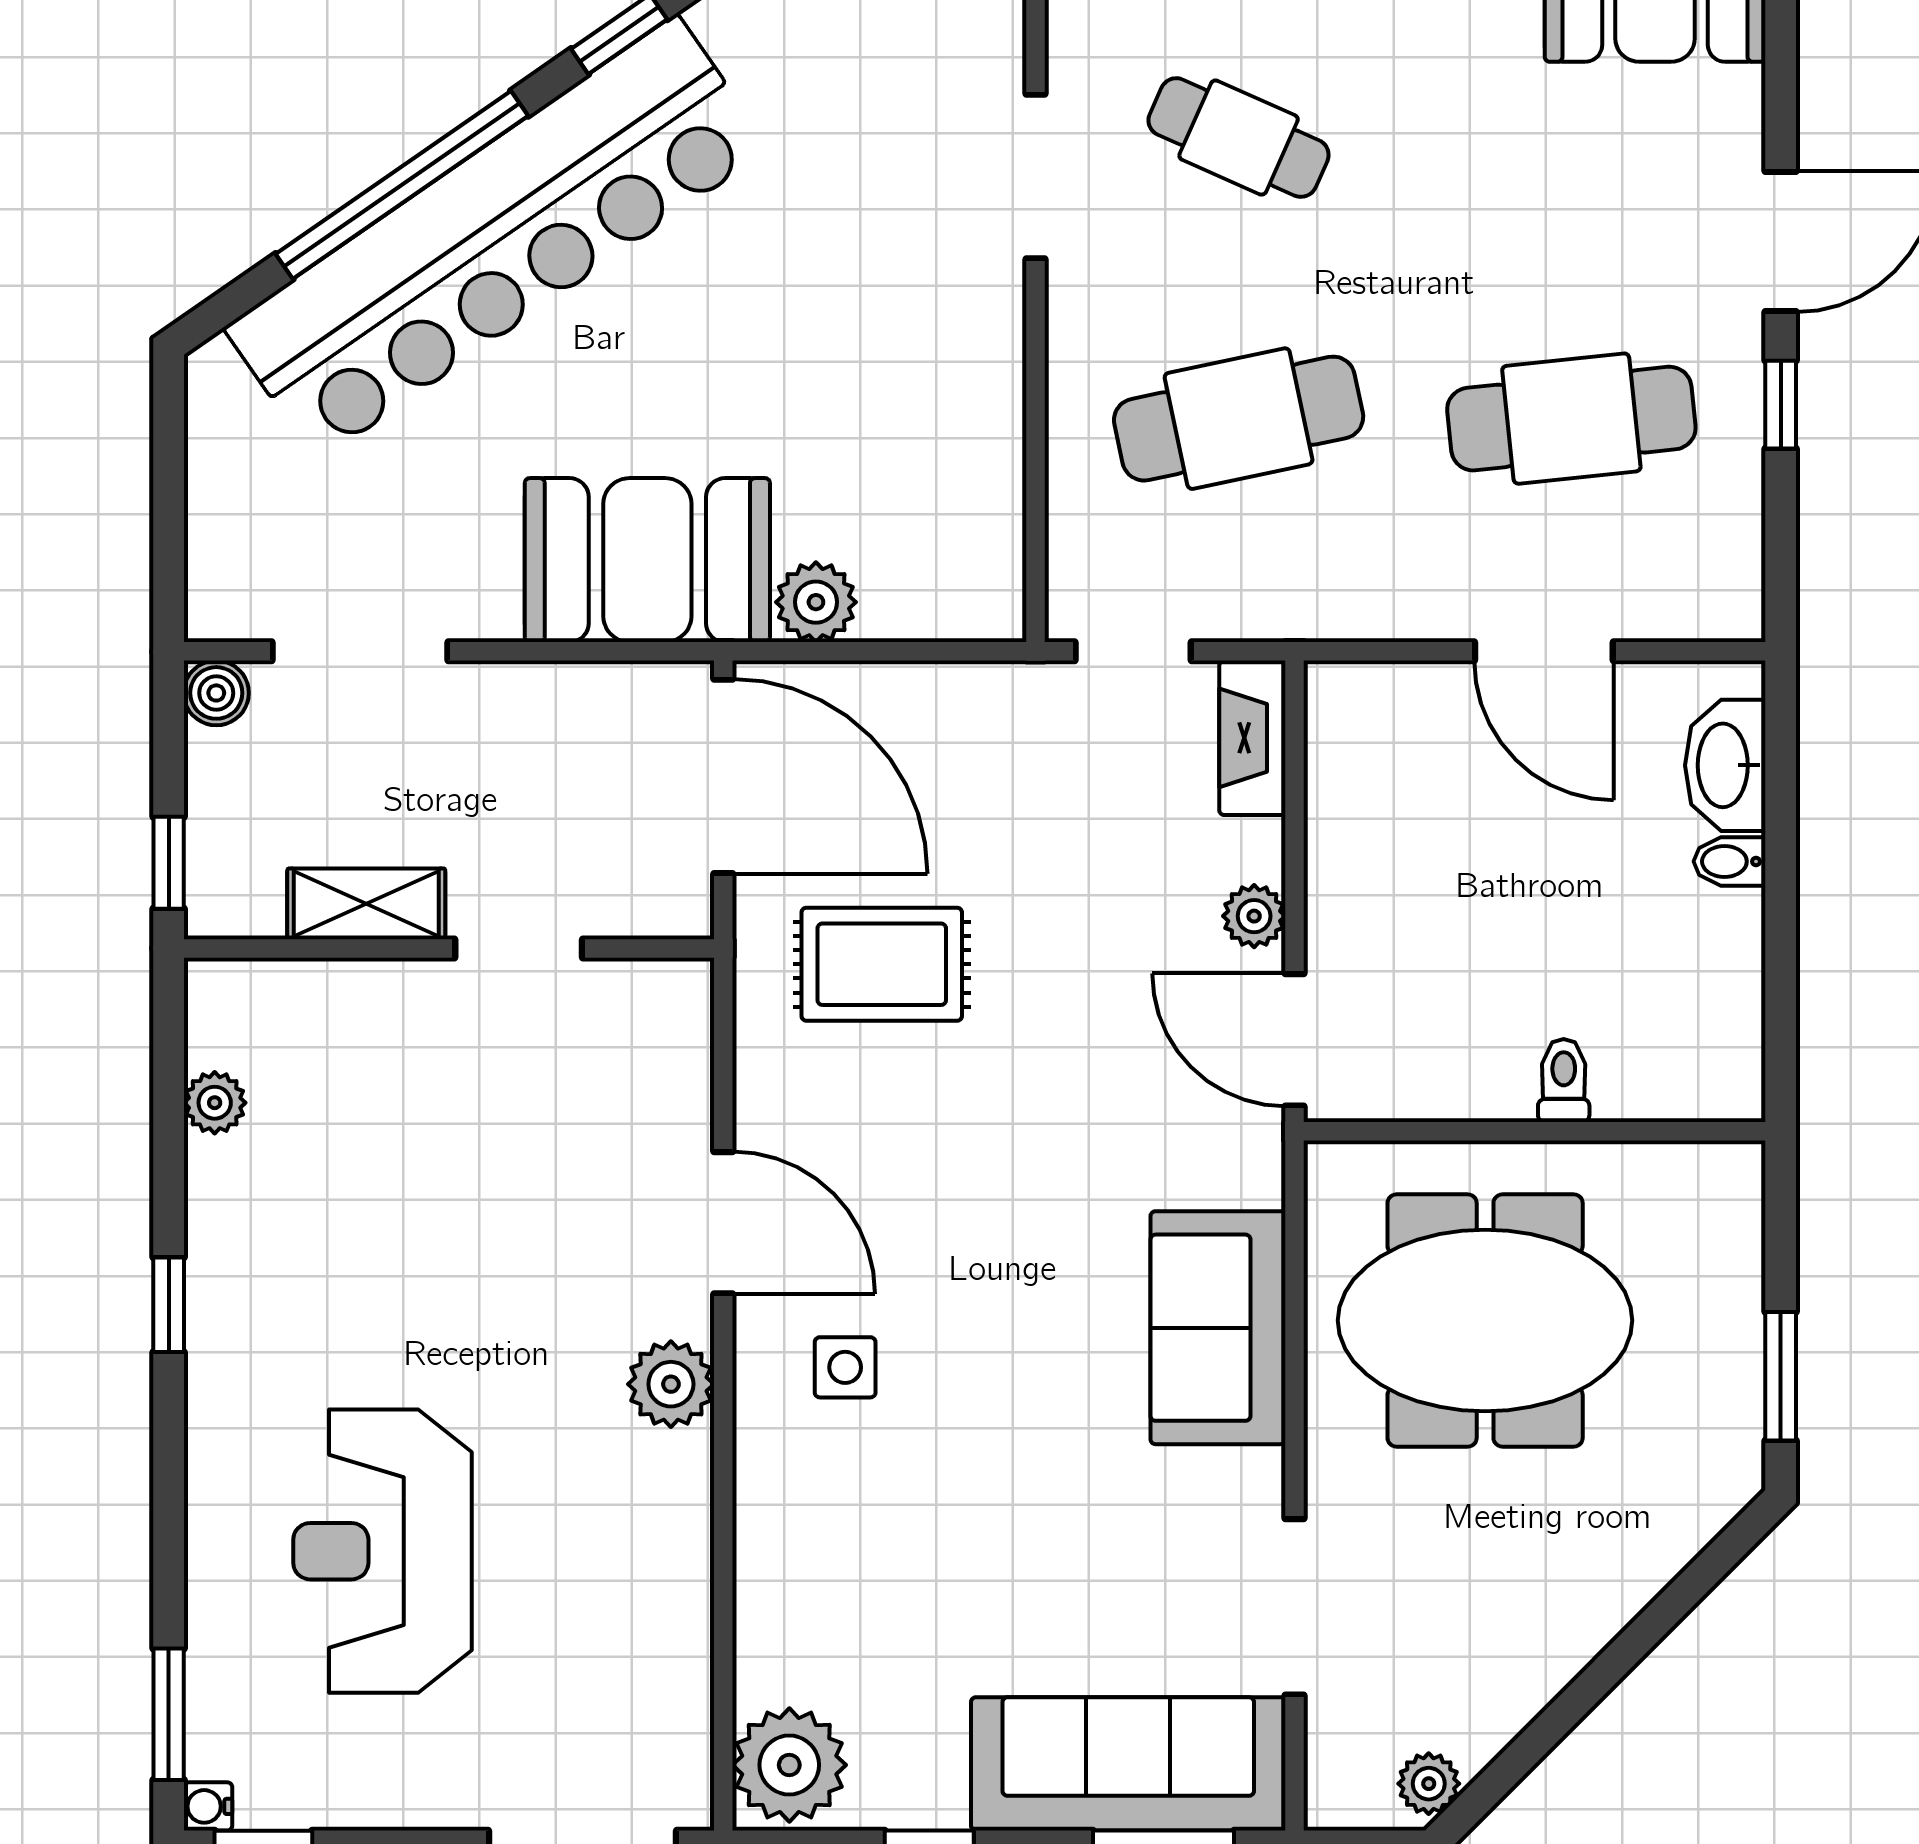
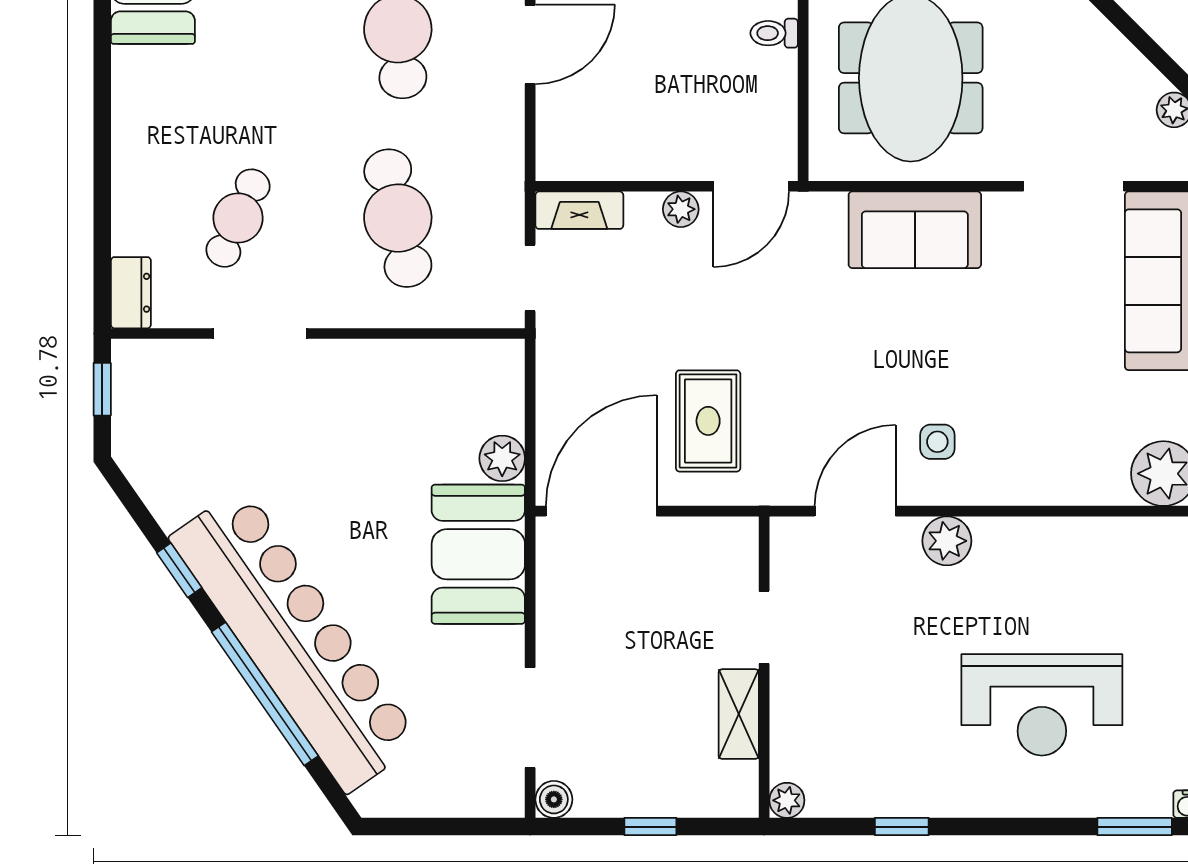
shelving: (366, 904) -> (739, 714), moved
wall: (449, 948) -> (764, 667), moved
doorway: (519, 948) -> (764, 627), moved

